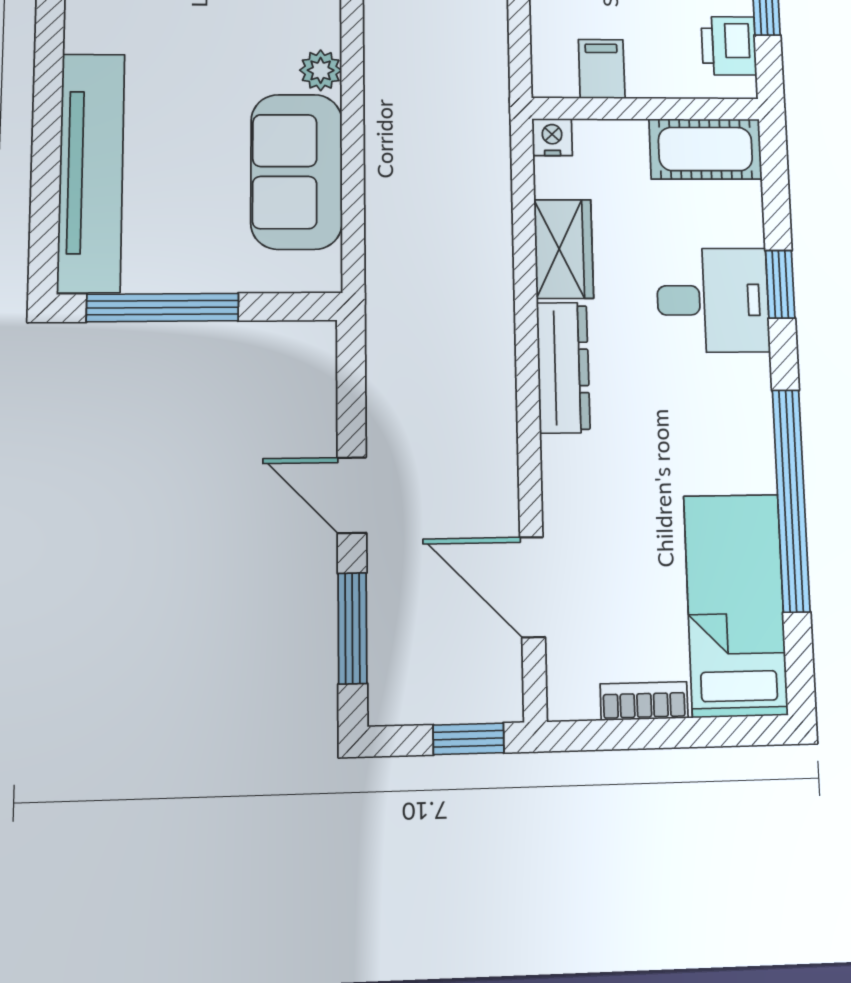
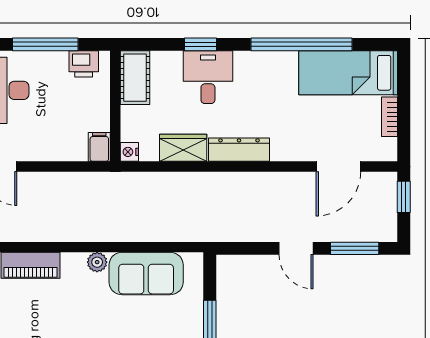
filing cabinet: (602, 69) -> (99, 147), moved, turned 90
door: (352, 495) -> (296, 248), hinge flipped

